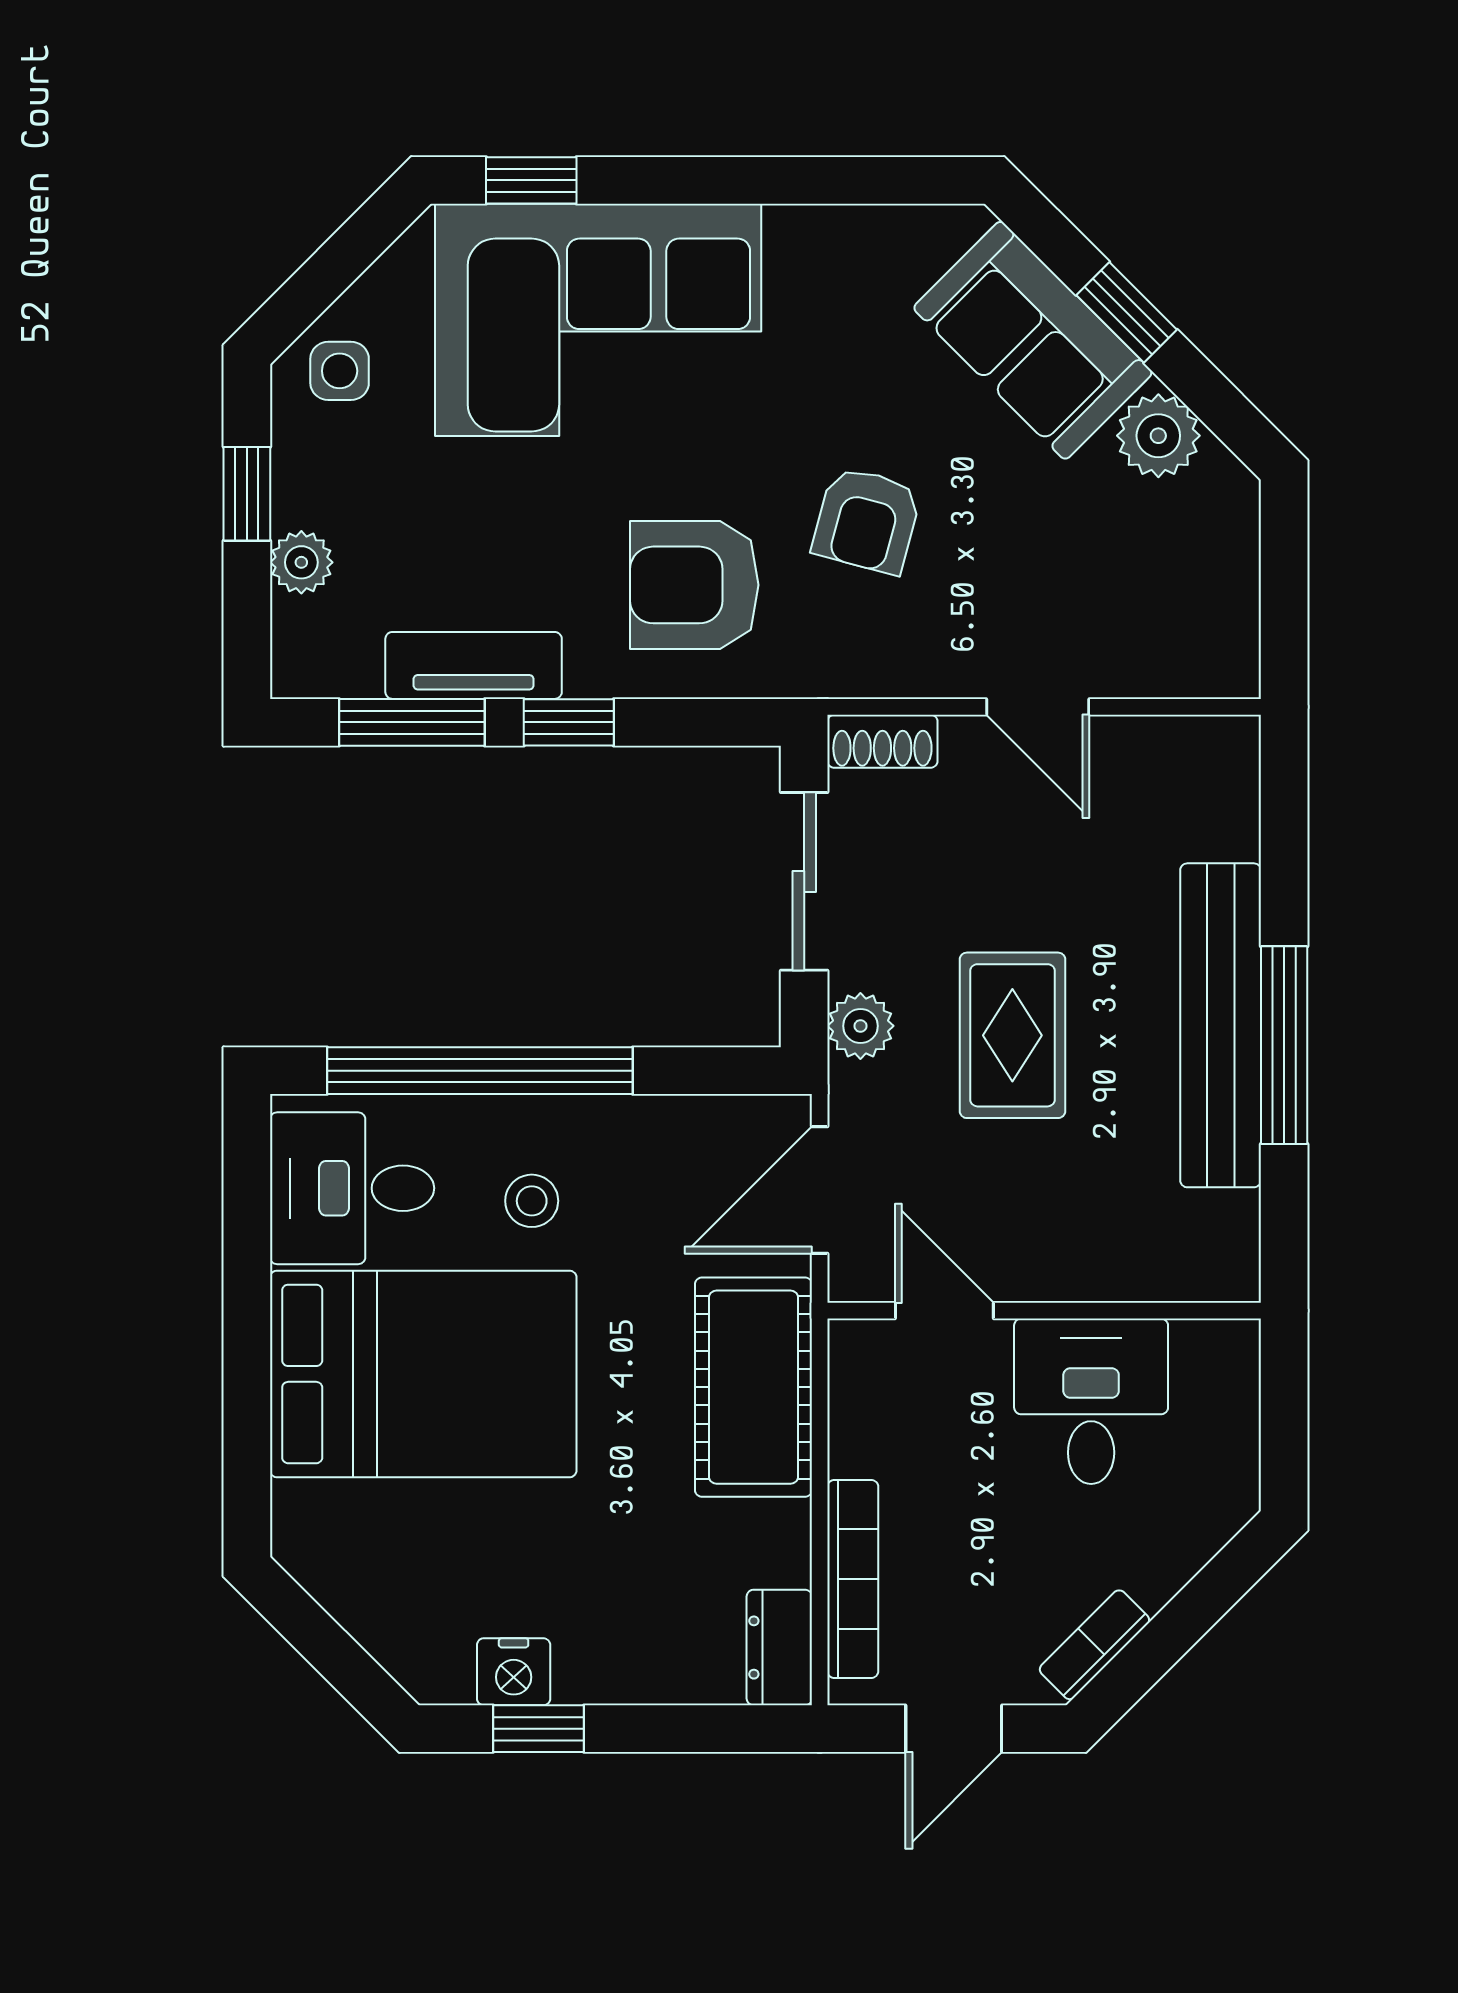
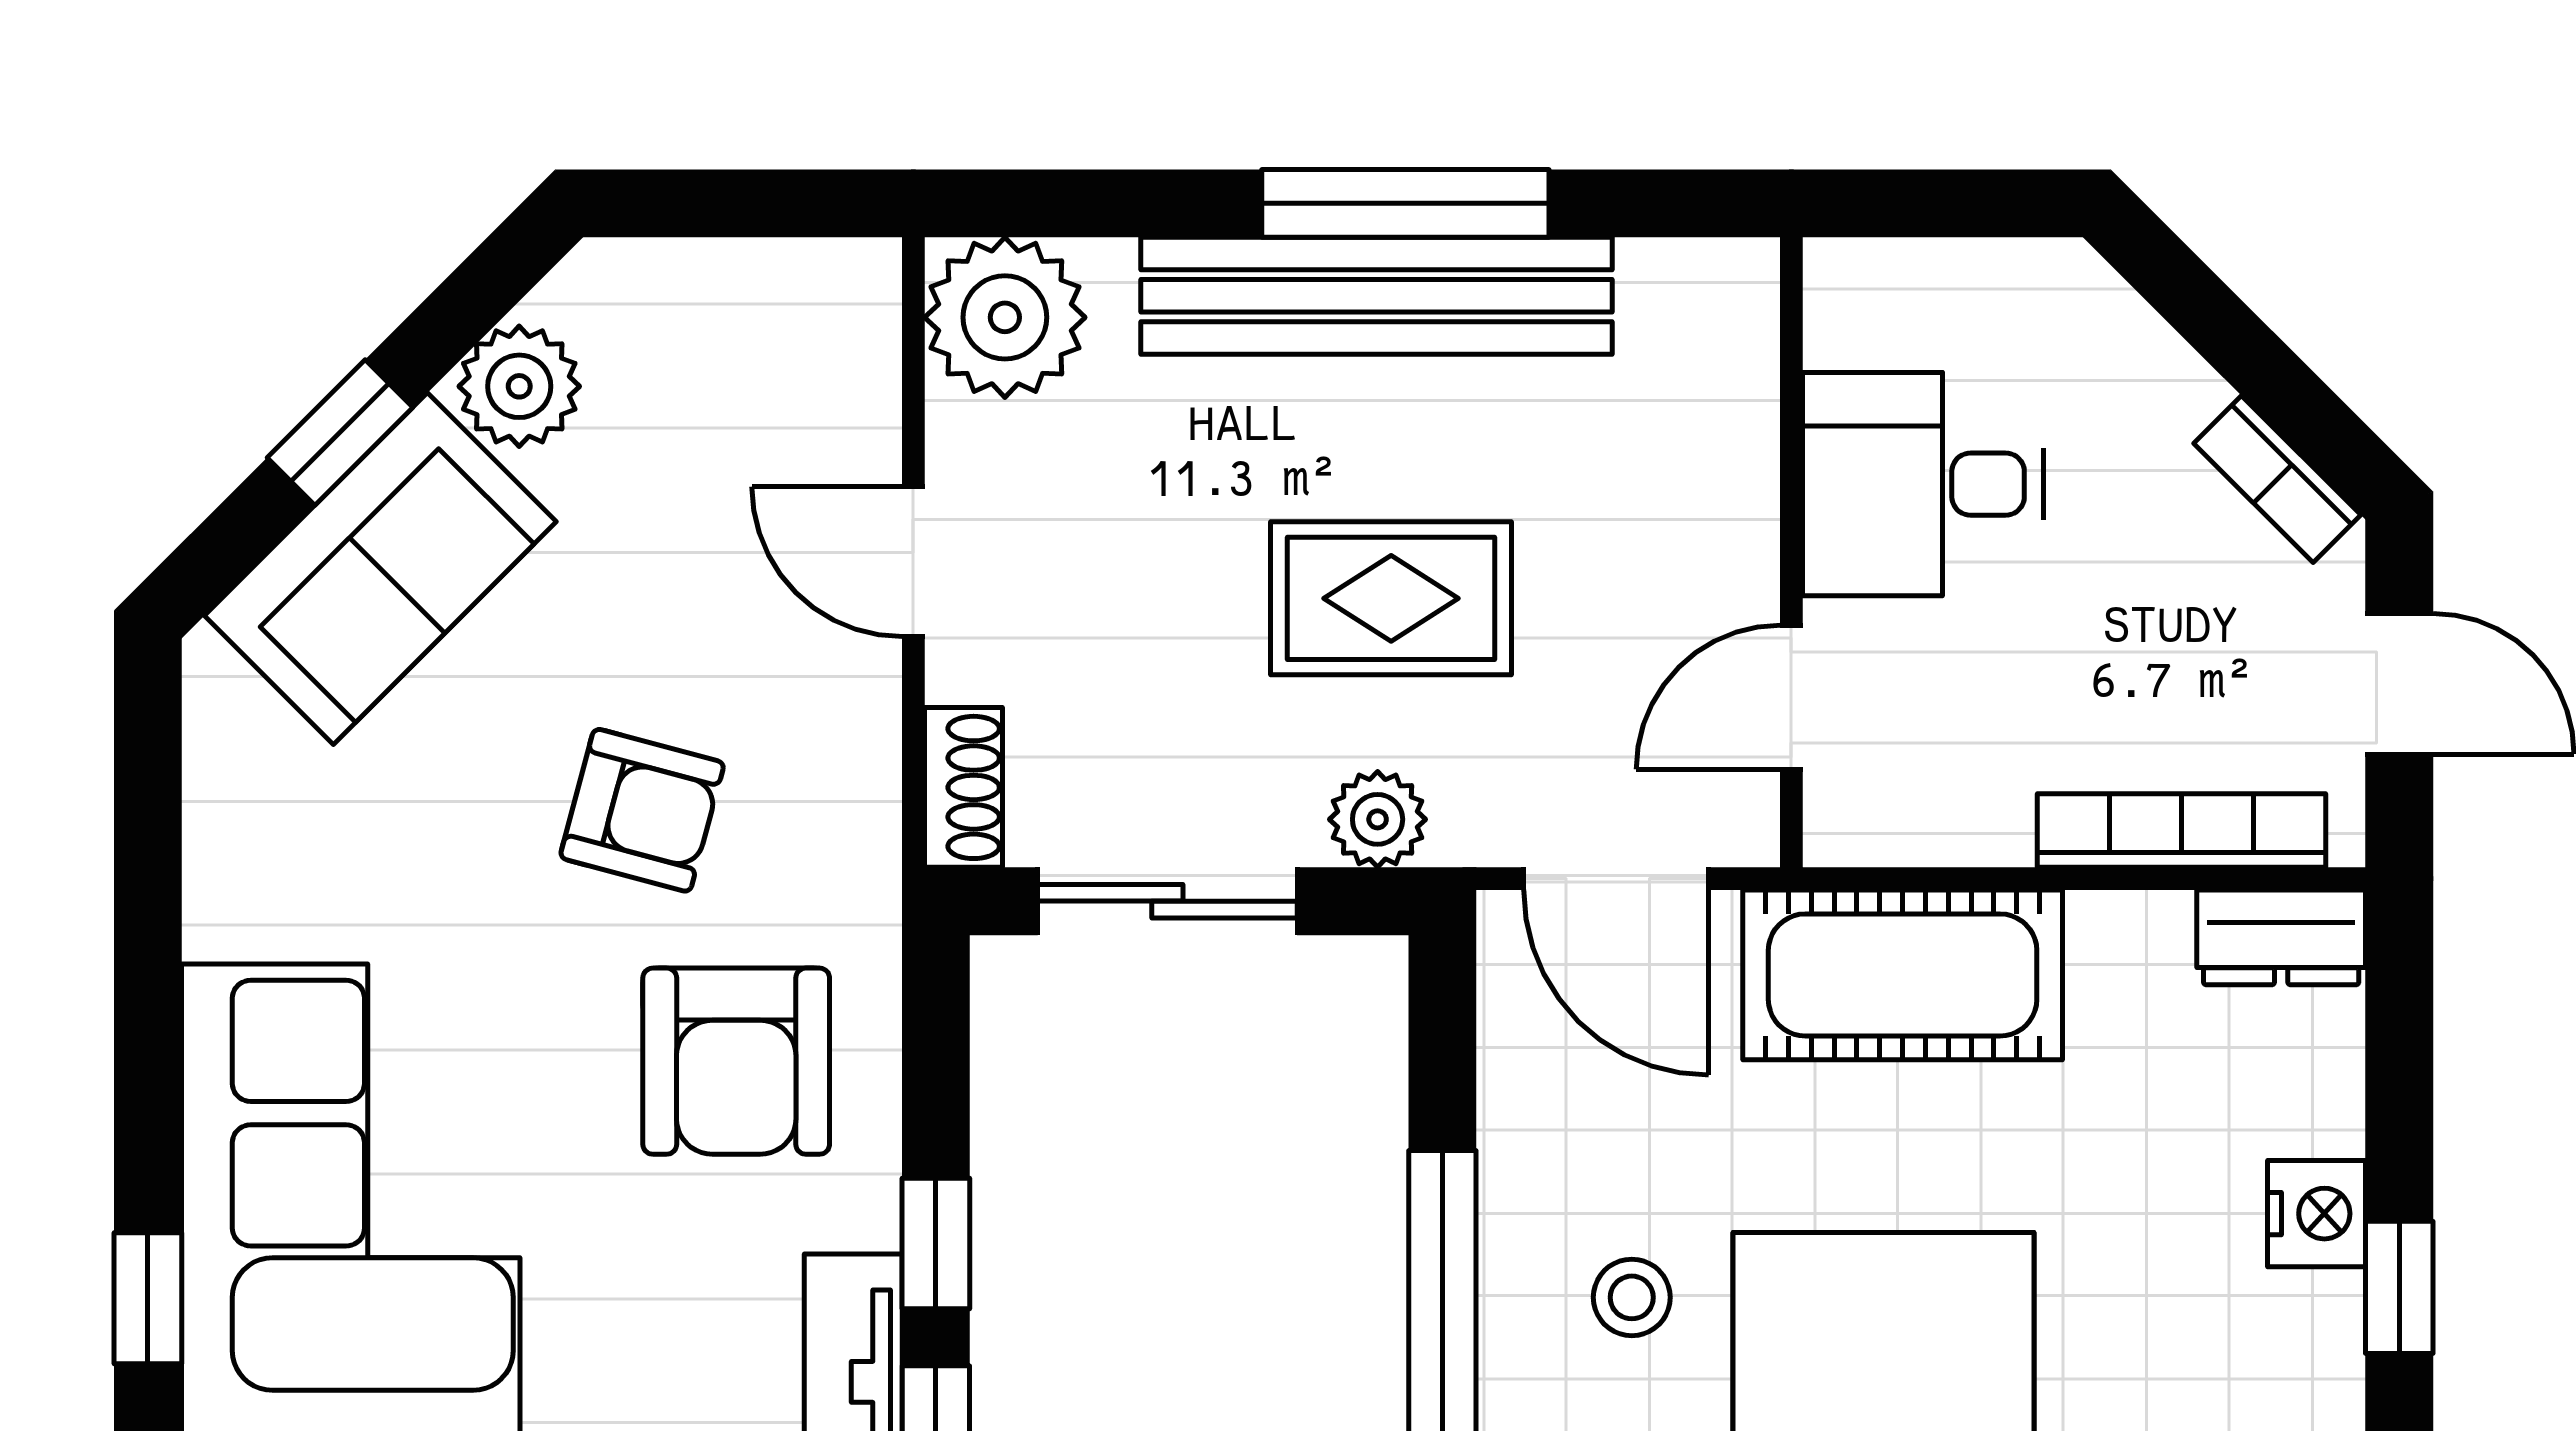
door: (1038, 707) -> (913, 562), swing flipped
plant: (1206, 770) -> (1005, 317), added
nightstand: (514, 1672) -> (2317, 1214), moved

